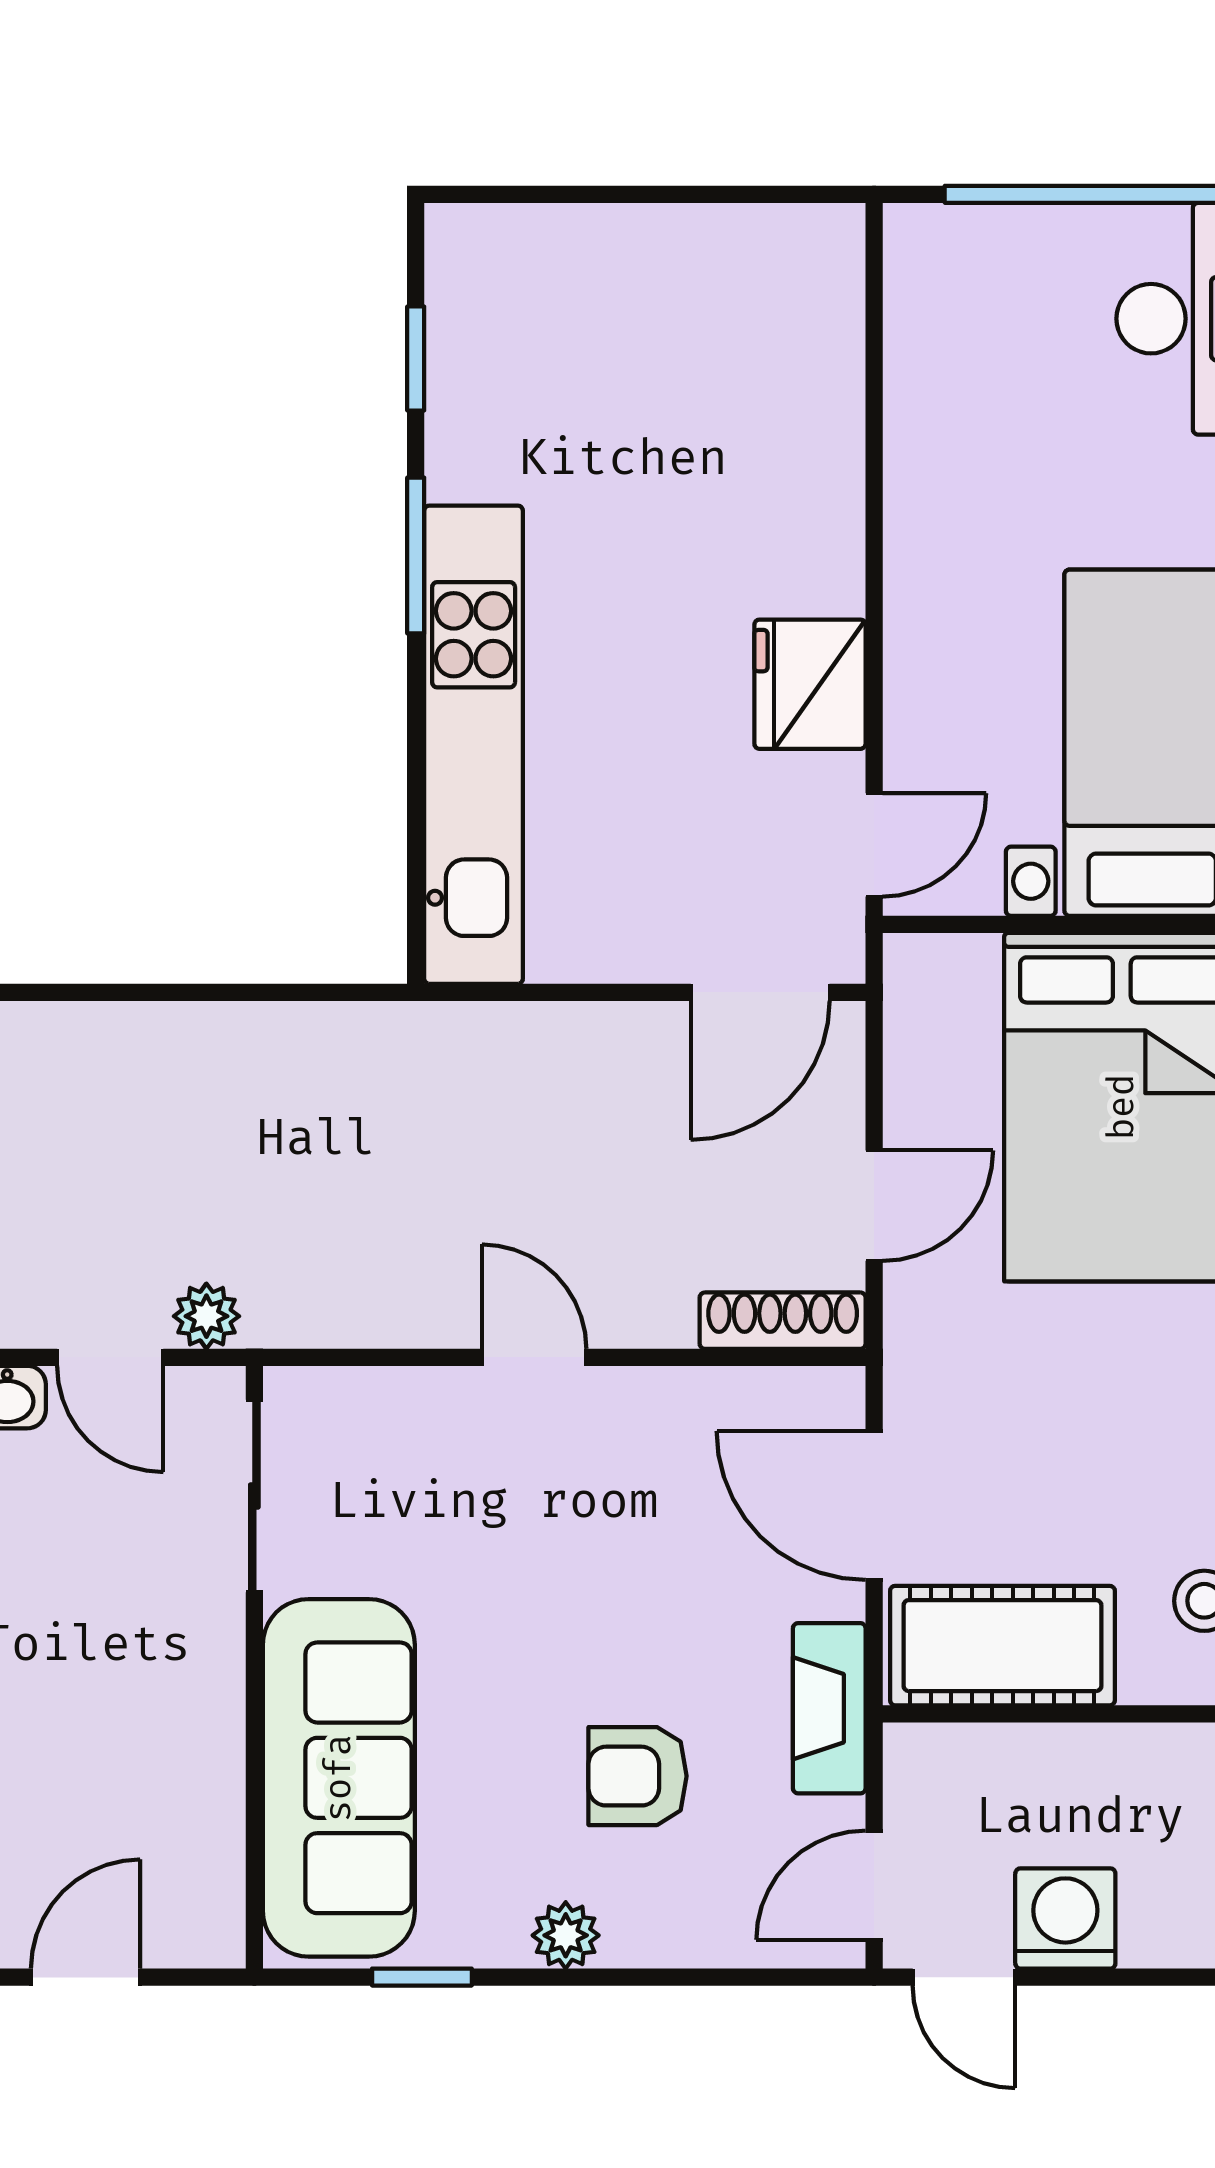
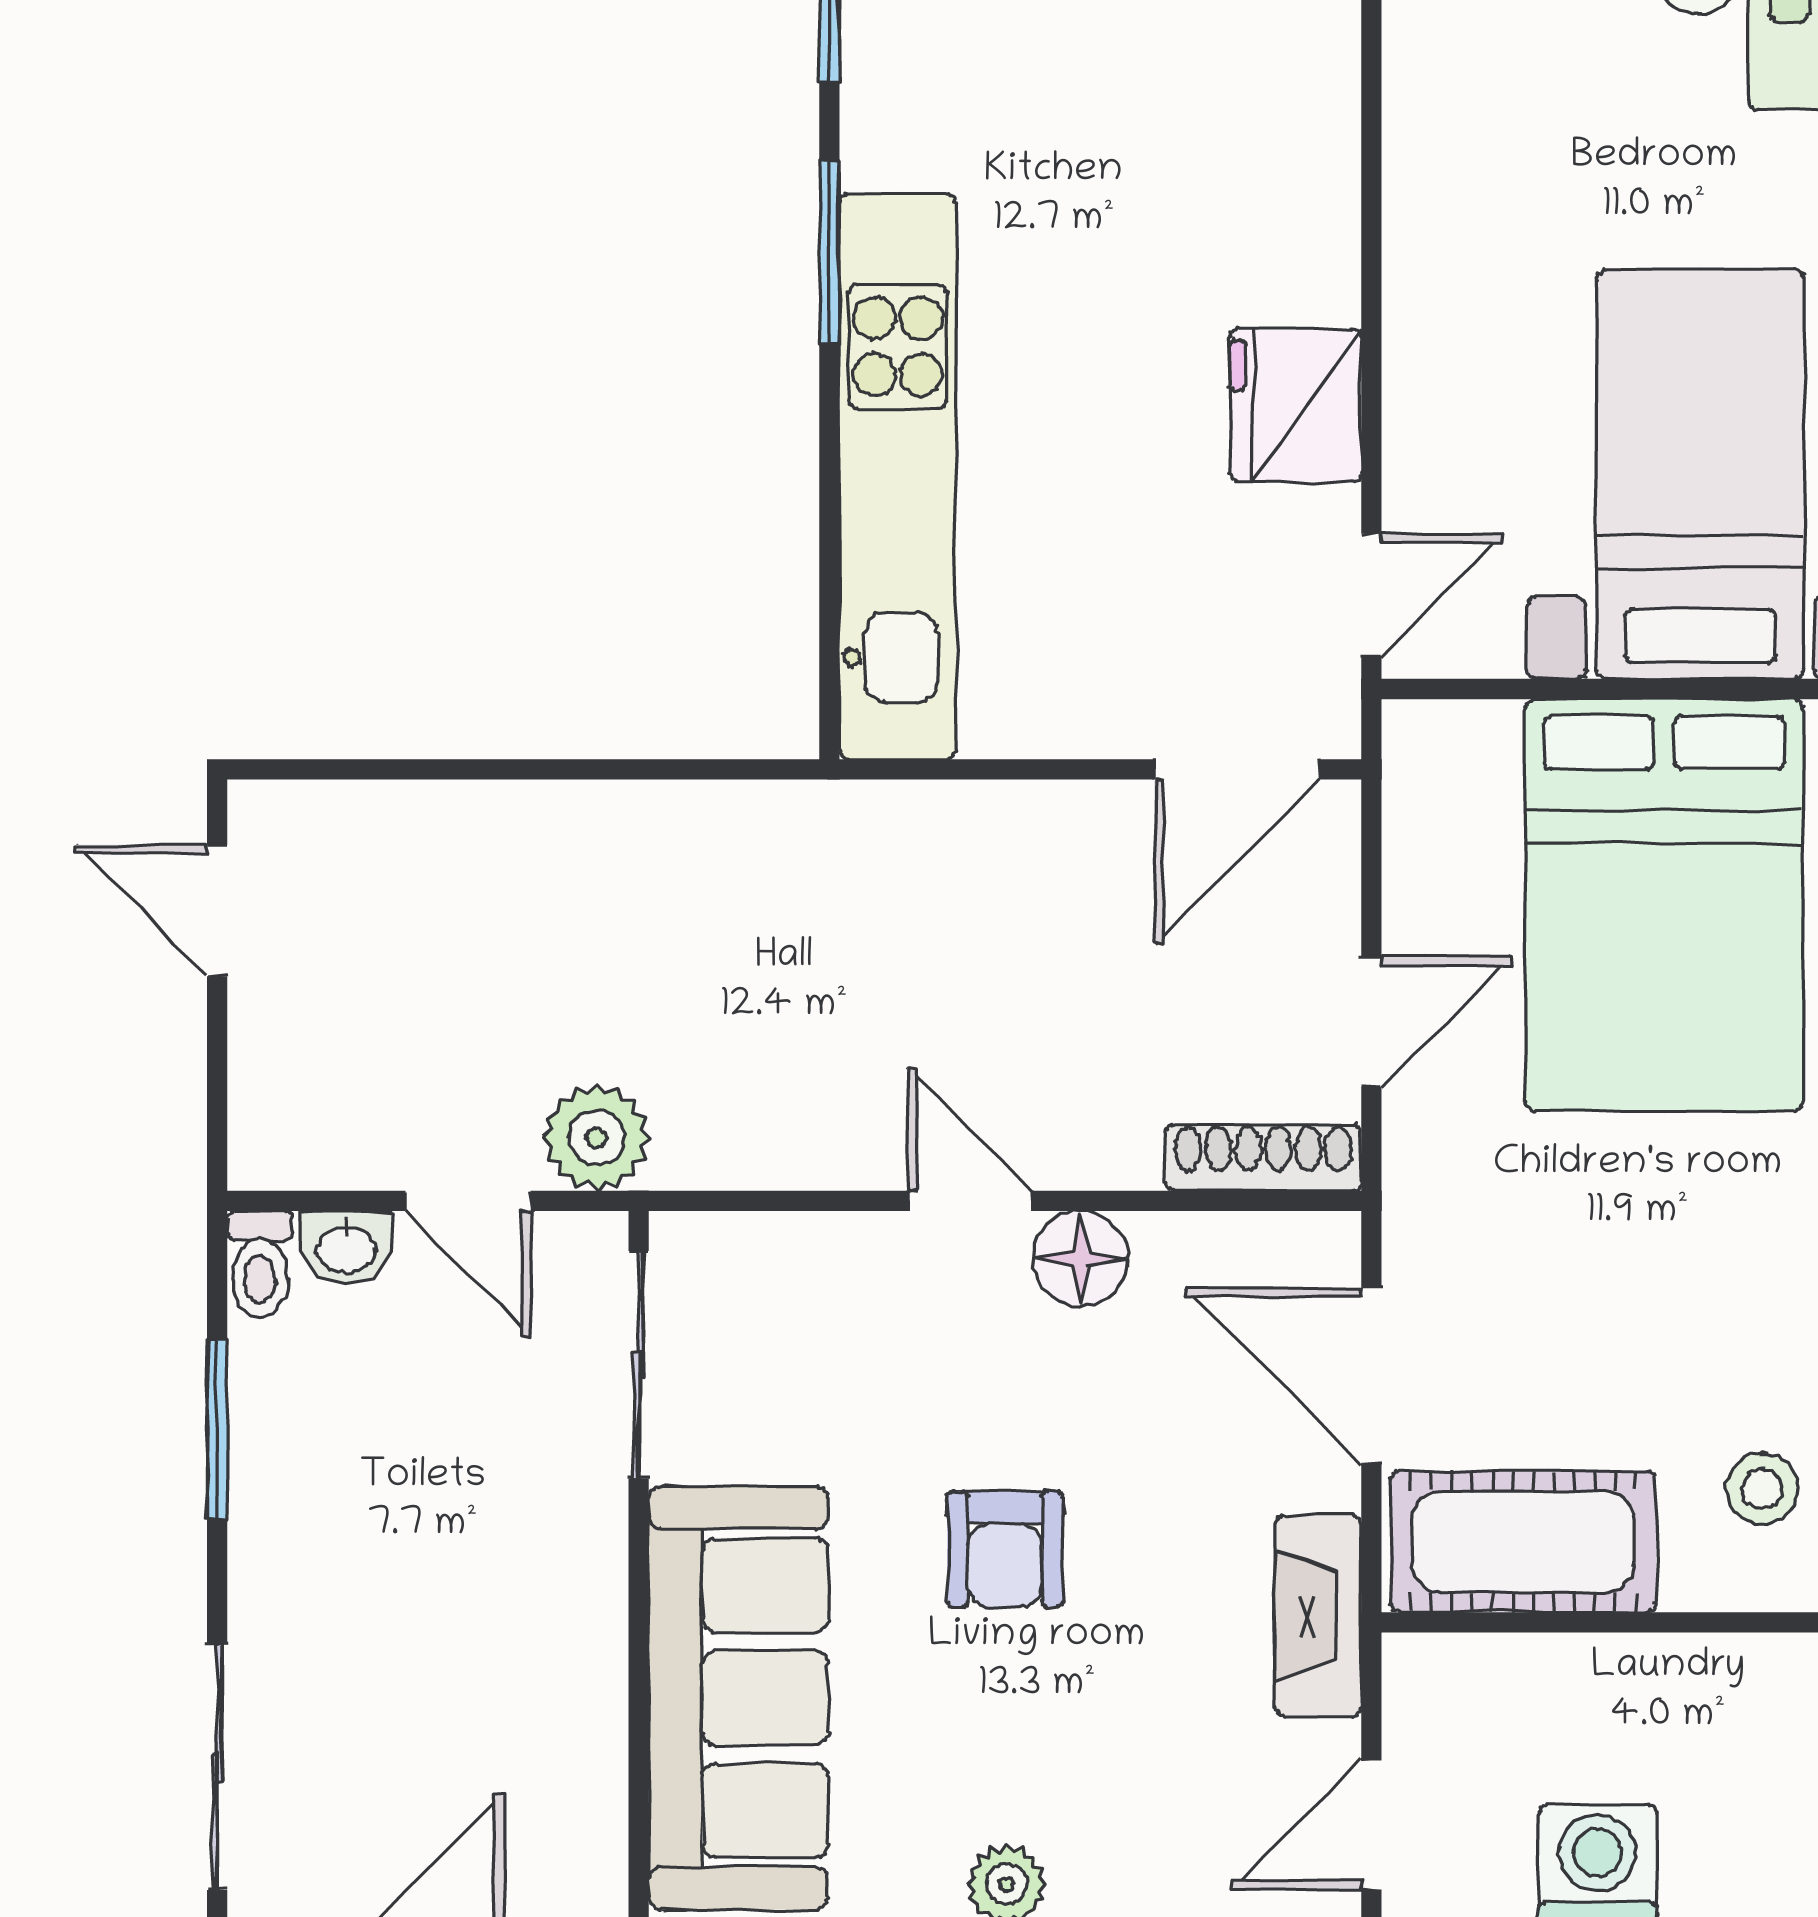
plant: (206, 1316) -> (597, 1138), width x1.38, depth x1.38
floor lamp: (628, 1406) -> (1080, 1259), added
armchair: (638, 1776) -> (1005, 1549), moved, turned -90

